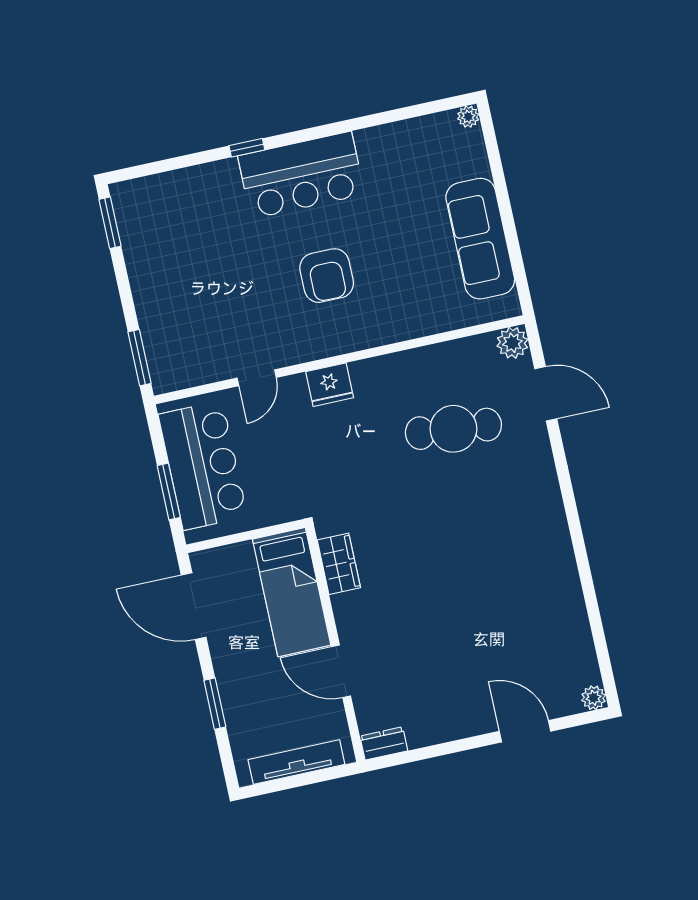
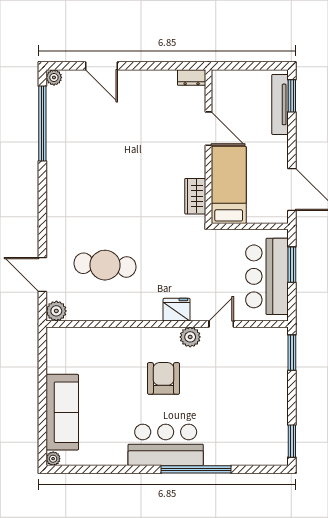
window: (247, 148) -> (196, 469), width x3.17
sofa: (480, 239) -> (62, 412), moved
plant: (300, 348) -> (190, 337), added
window: (596, 624) -> (42, 123), added
window: (215, 704) -> (292, 96), moved
tv unit: (296, 762) -> (280, 104), moved, turned 90

